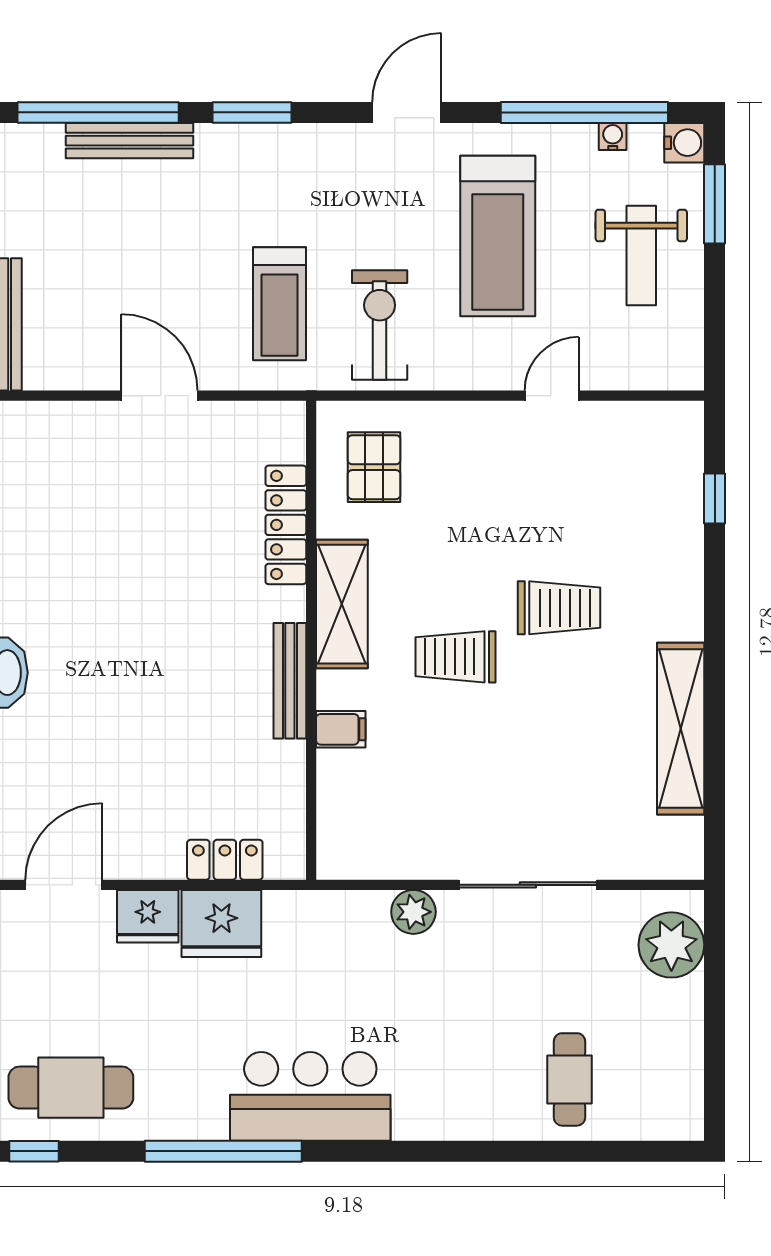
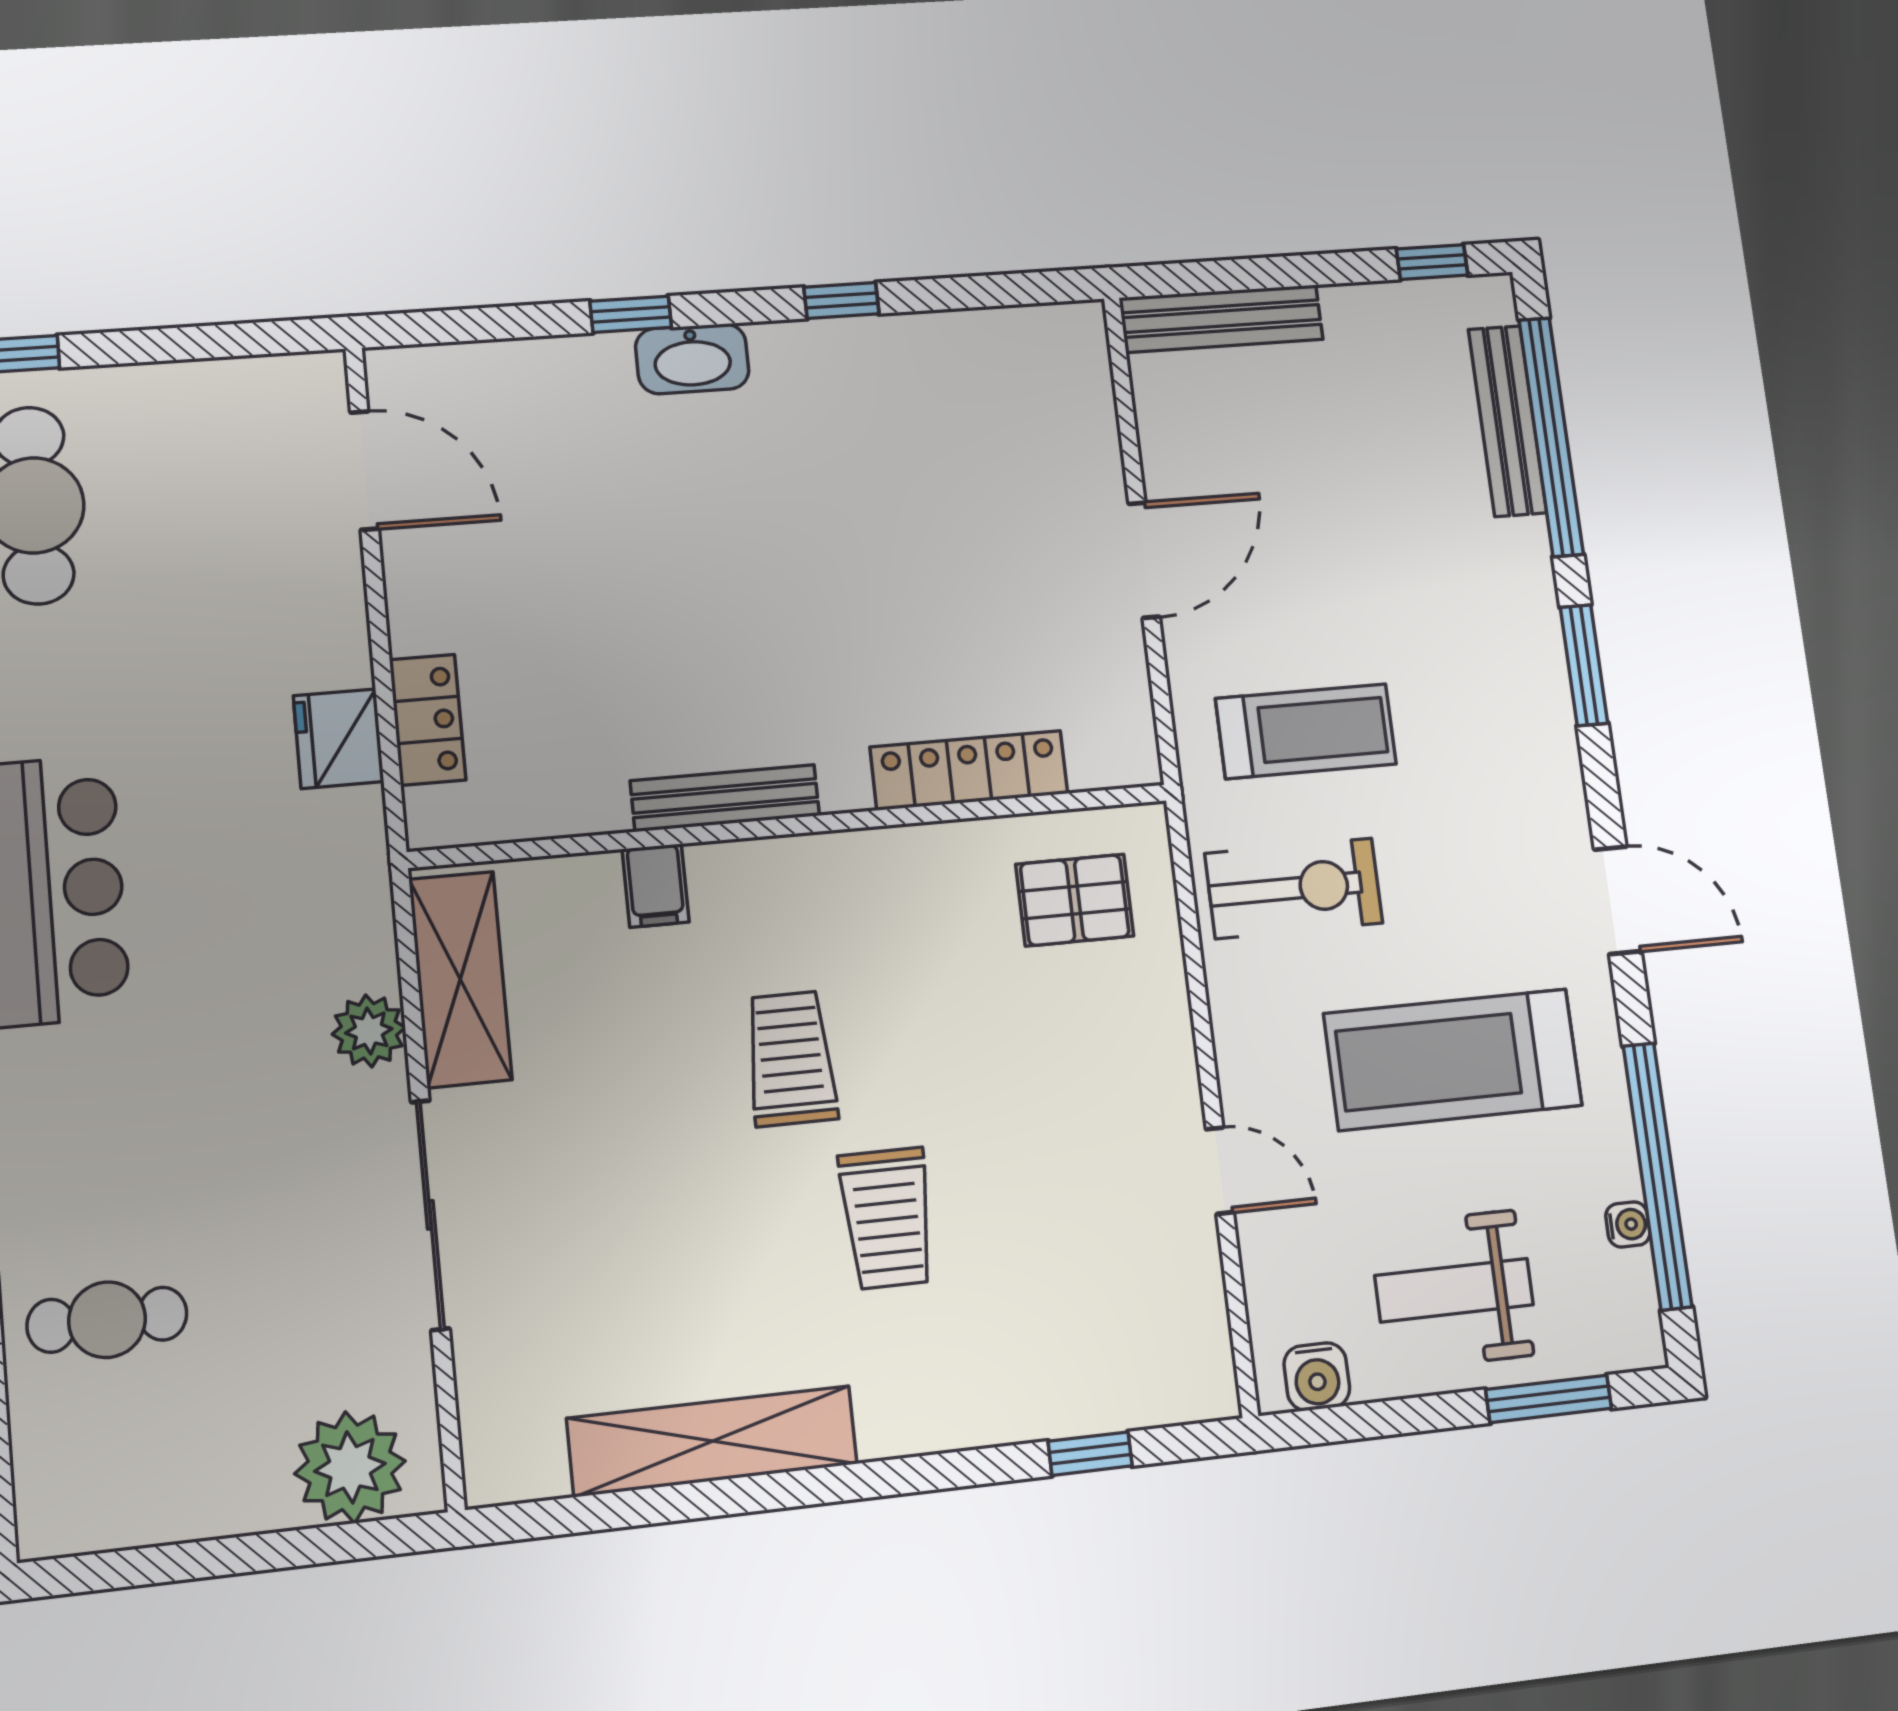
bench: (129, 141) -> (1507, 421), moved
water cooler: (684, 143) -> (1317, 1377), moved
treadmill: (280, 304) -> (1306, 731), turned 180
shelving: (342, 604) -> (460, 979), moved, turned 90
fridge: (148, 916) -> (325, 605), removed
fridge: (221, 923) -> (339, 739), width x0.73, depth x0.75

